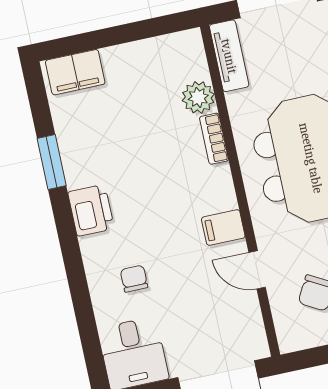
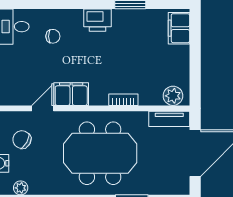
plant: (198, 97) -> (173, 96), moved
filing cabinet: (223, 228) -> (71, 94), width x2.00

